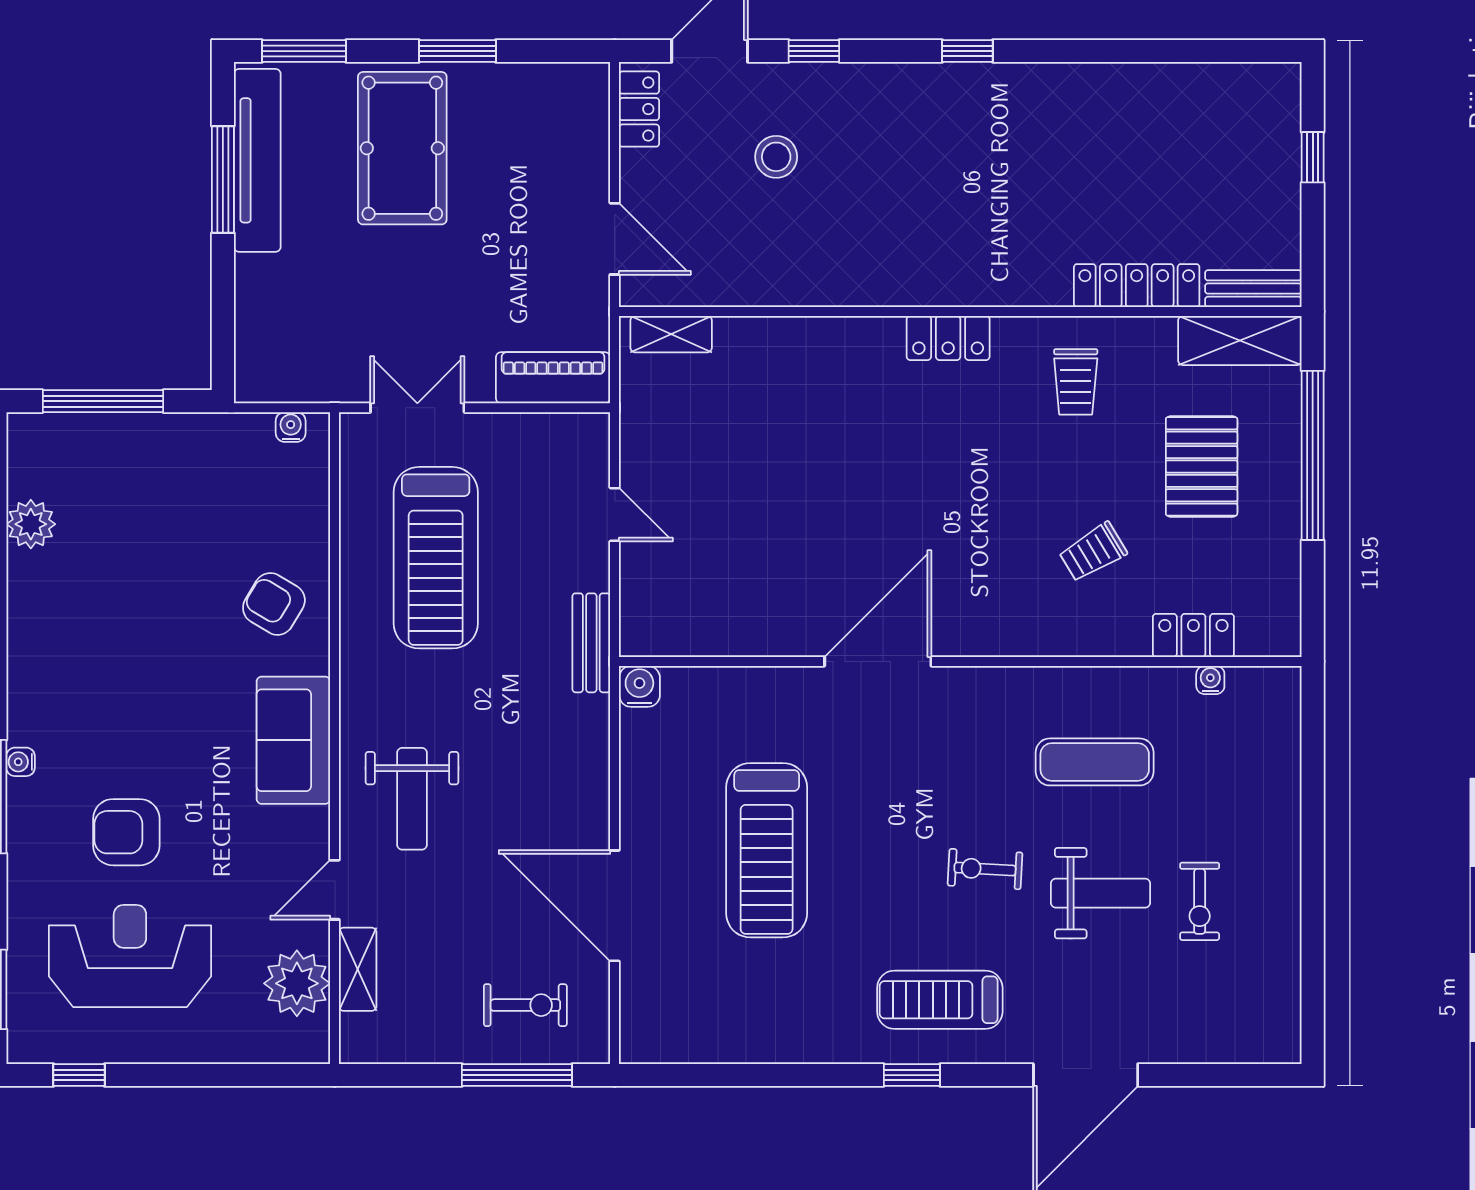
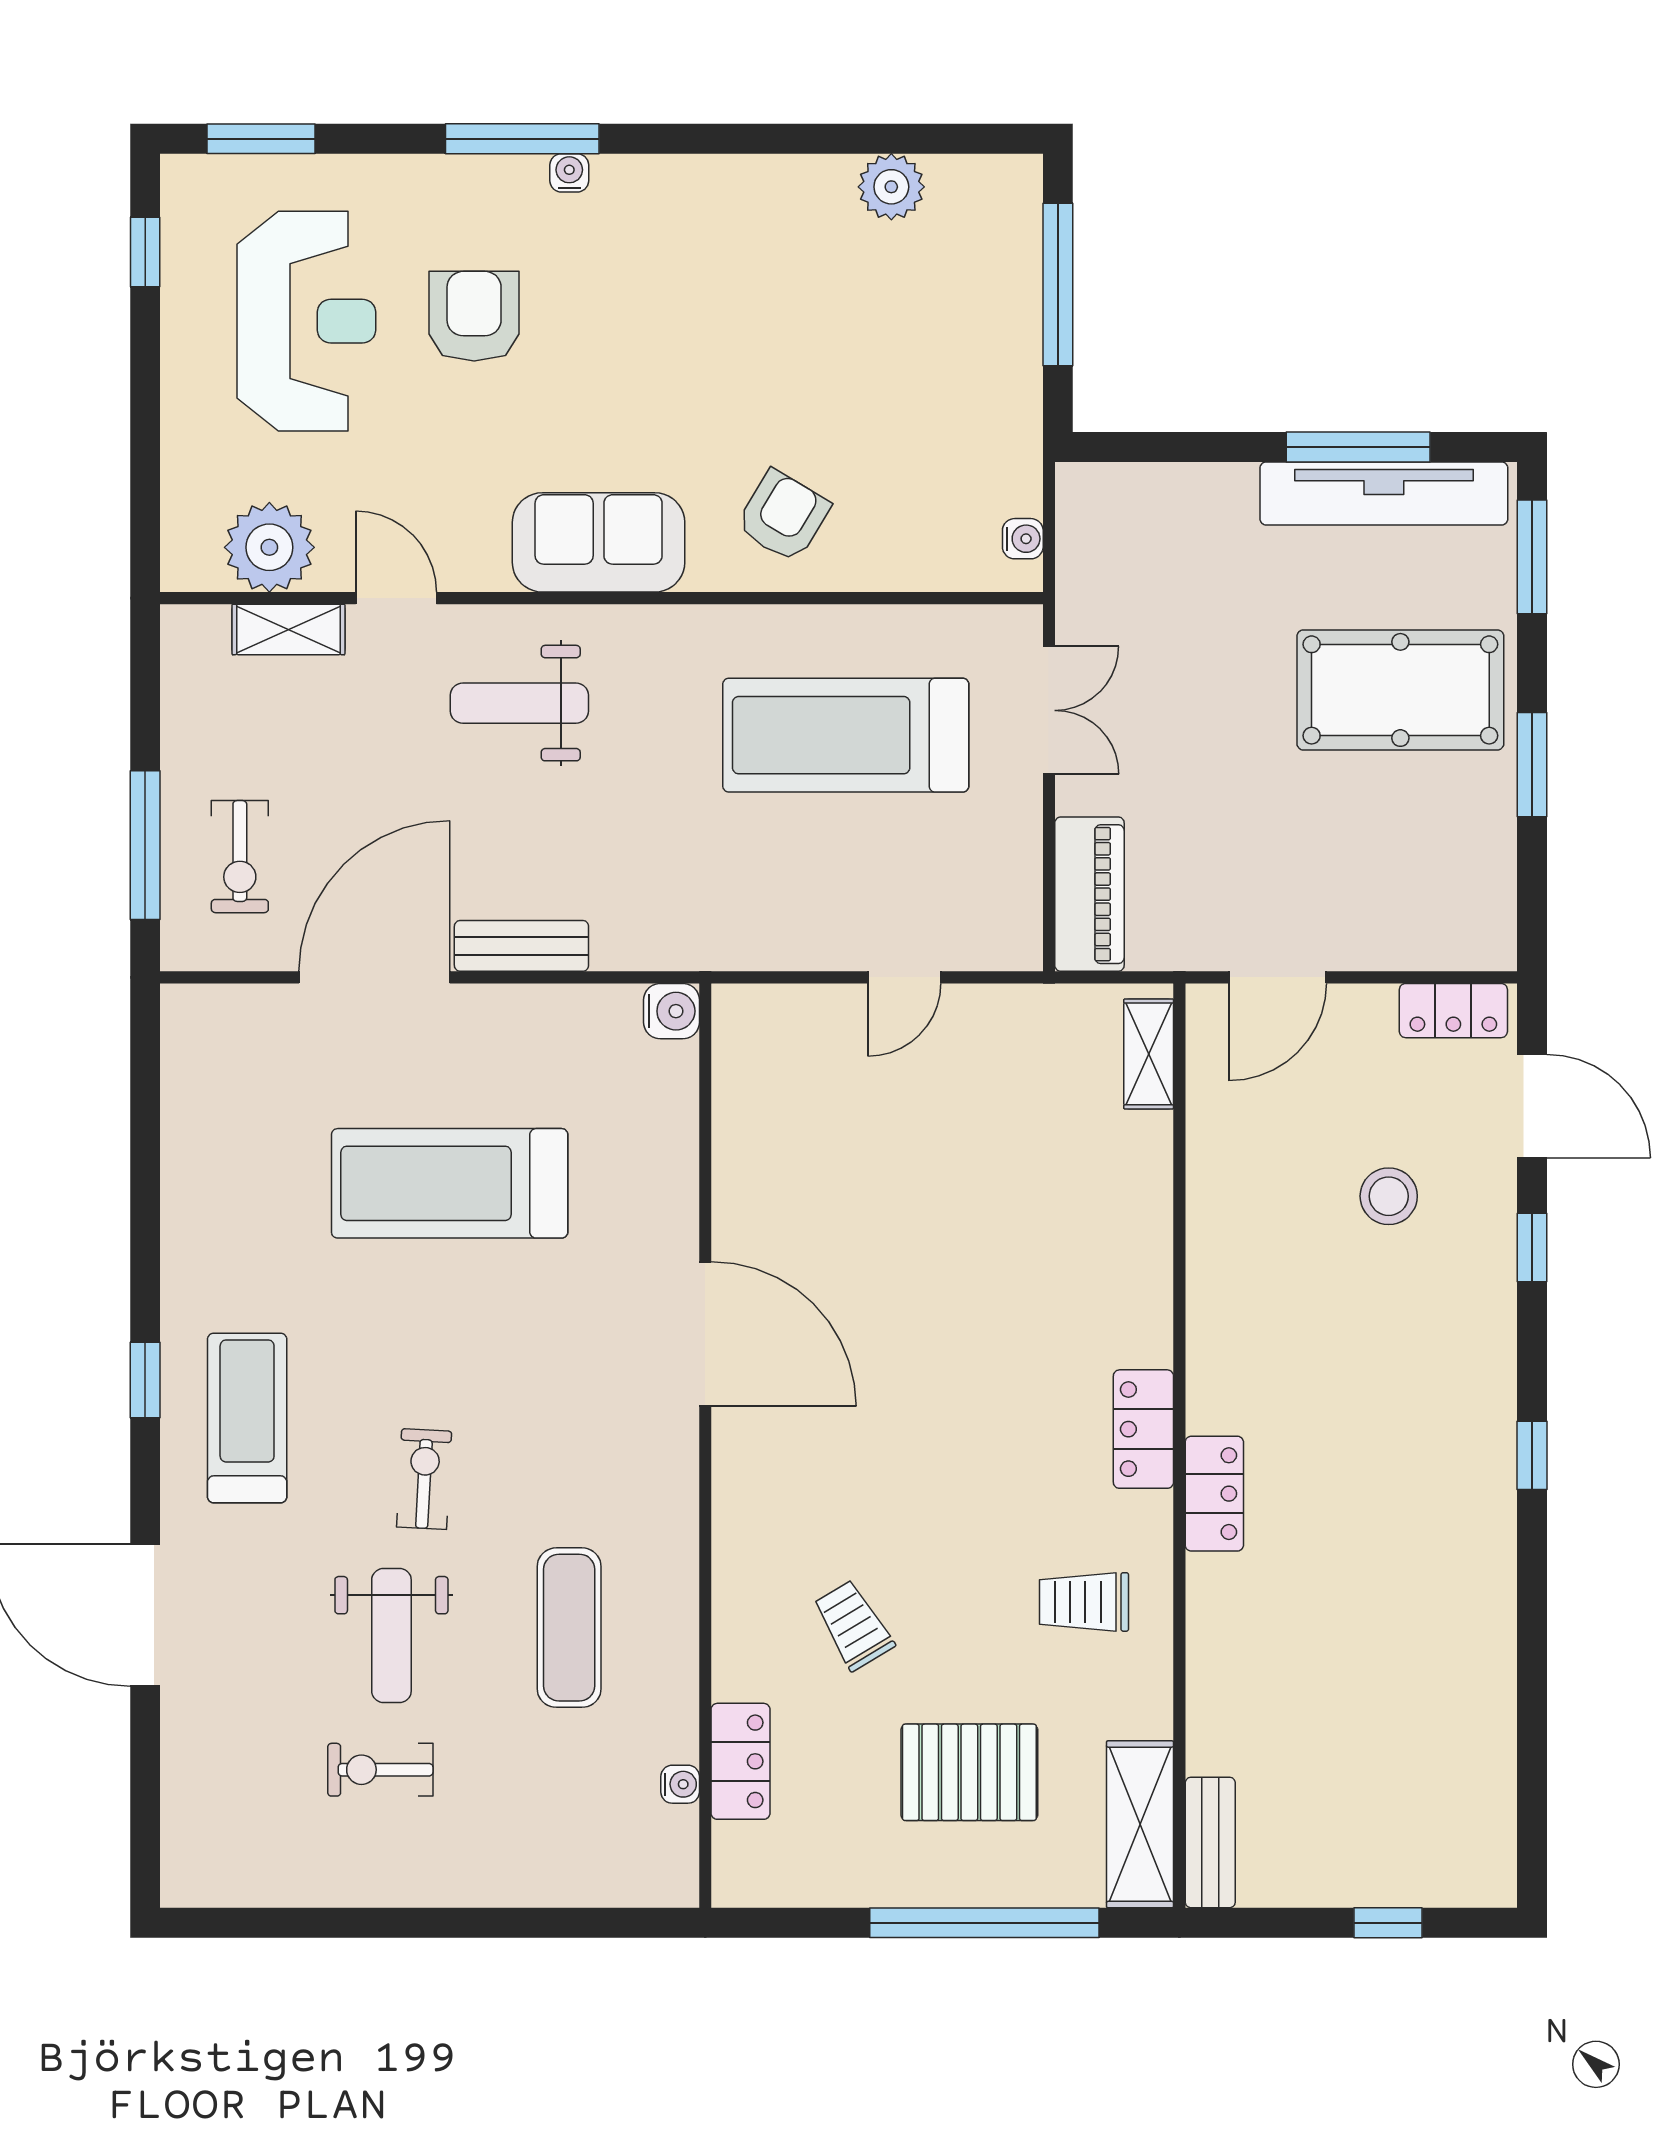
locker: (1137, 286) -> (1214, 1494), moved, width x0.66
bench: (591, 643) -> (521, 946), moved

